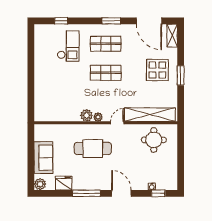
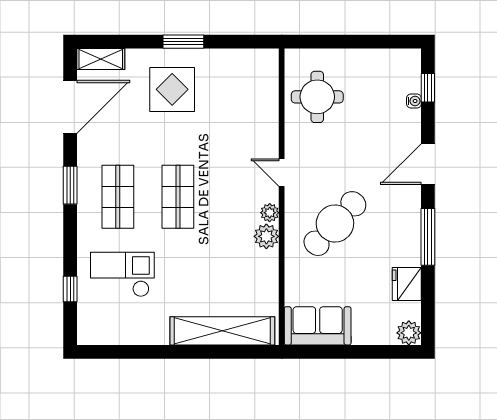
shelving: (150, 115) -> (222, 331), moved, turned 90
cafe table: (93, 148) -> (335, 224), turned 43
sofa: (43, 158) -> (318, 326), moved

